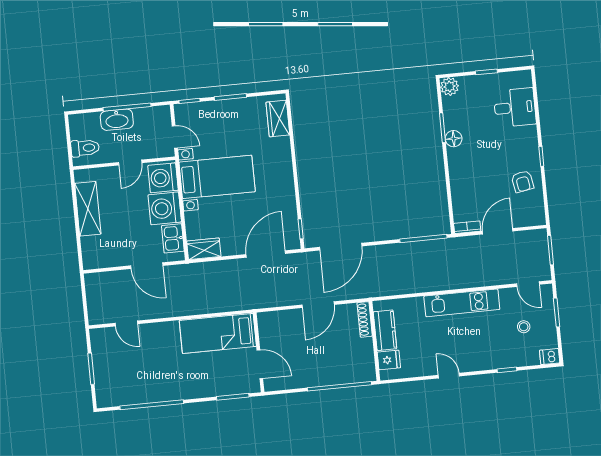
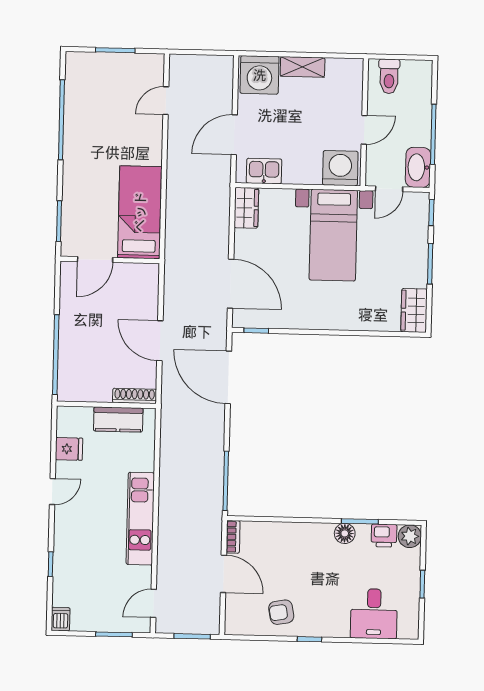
printer: (451, 107) -> (384, 536), added
wardrobe: (278, 119) -> (414, 310), moved, turned -90
washbasin: (117, 120) -> (418, 167), moved
door: (130, 163) -> (364, 130), swing flipped
washing machine: (165, 208) -> (260, 75), moved, turned 180
shelving: (88, 209) -> (303, 67), width x0.67, depth x0.75
stool: (524, 327) -> (101, 592), removed
fridge: (389, 360) -> (69, 449), moved, turned -90

